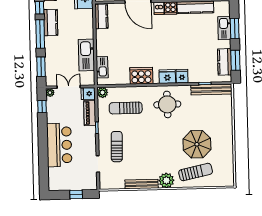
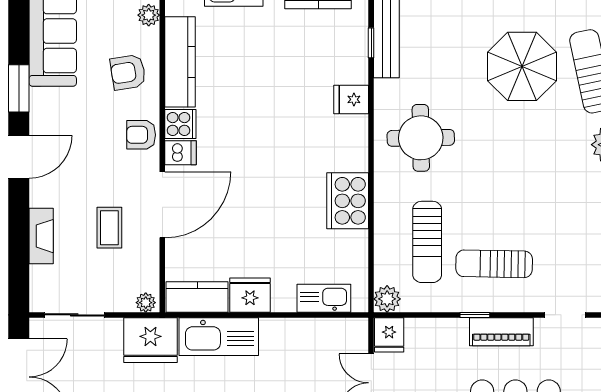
kitchen sink: (86, 55) -> (219, 337), moved
fridge: (167, 77) -> (250, 295), moved, turned 90
piano: (90, 113) -> (501, 332), moved
sun lounger: (117, 147) -> (494, 264), moved

